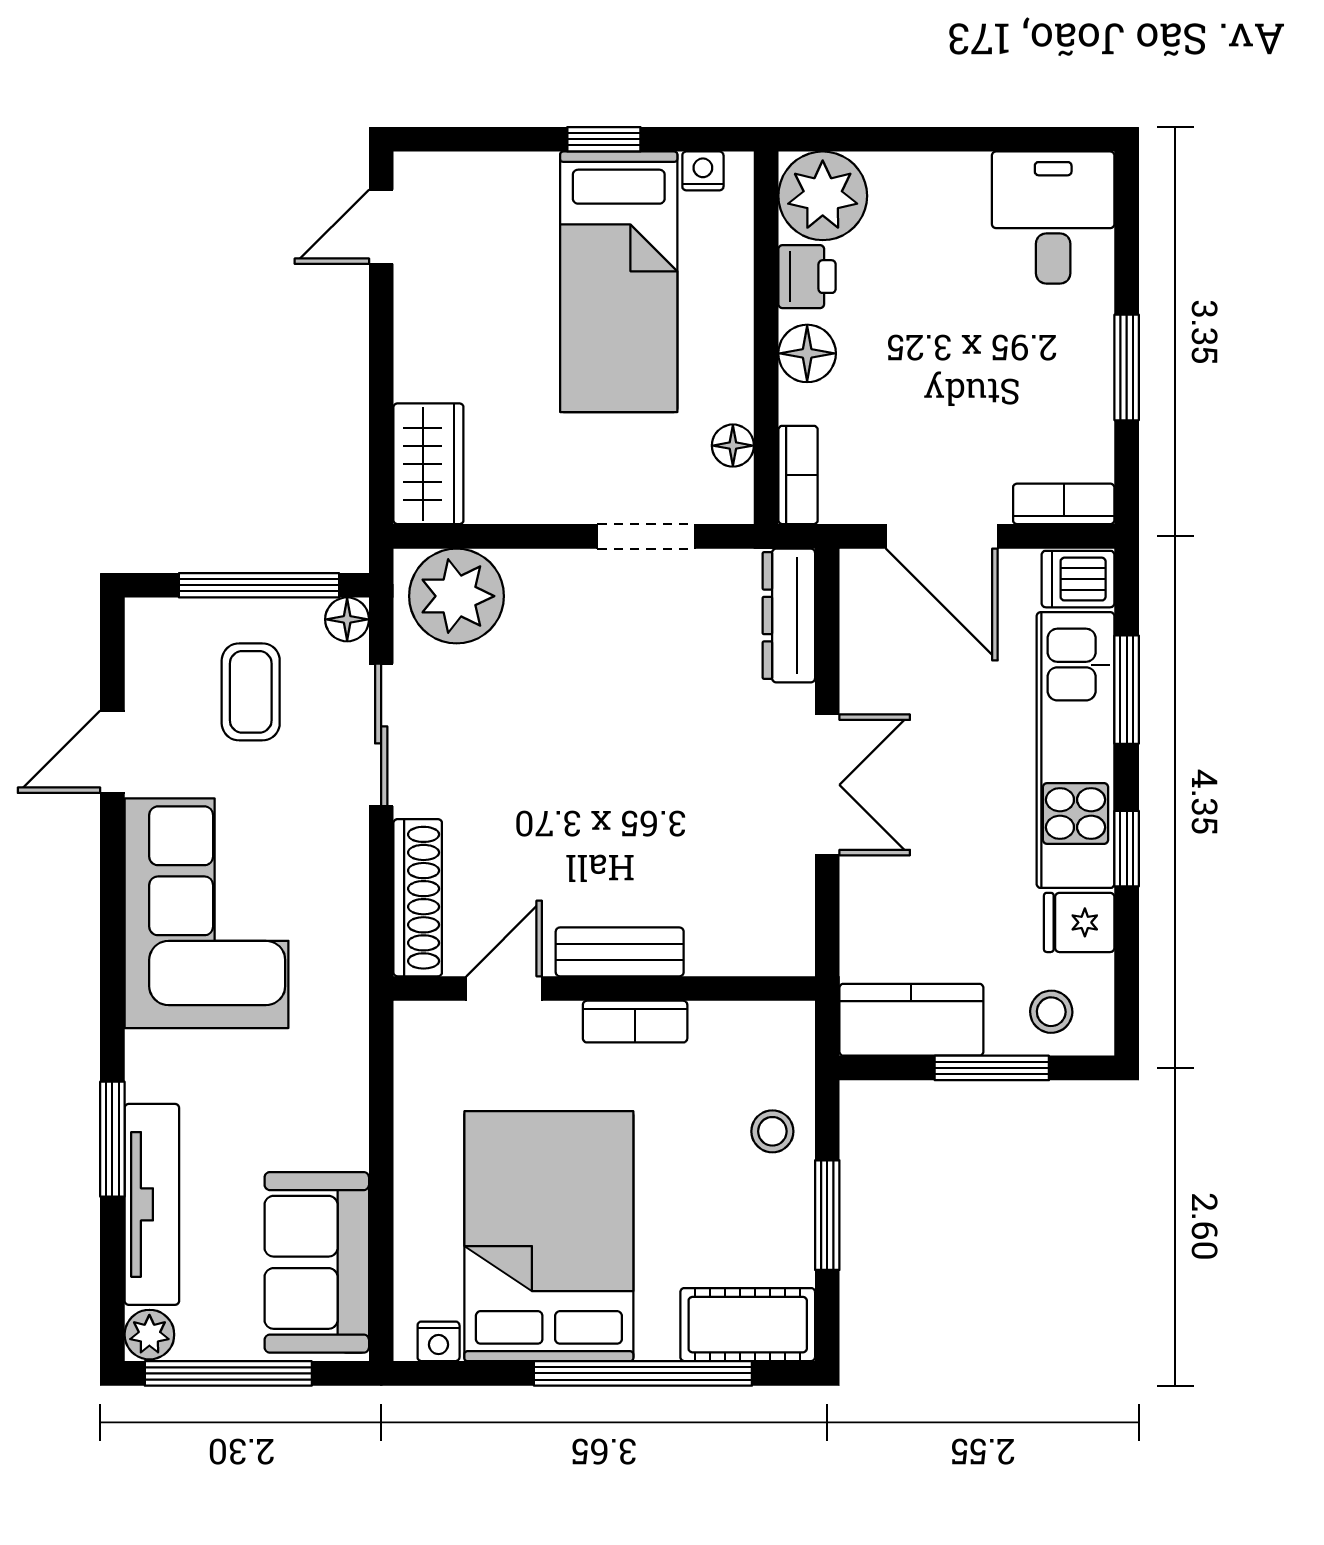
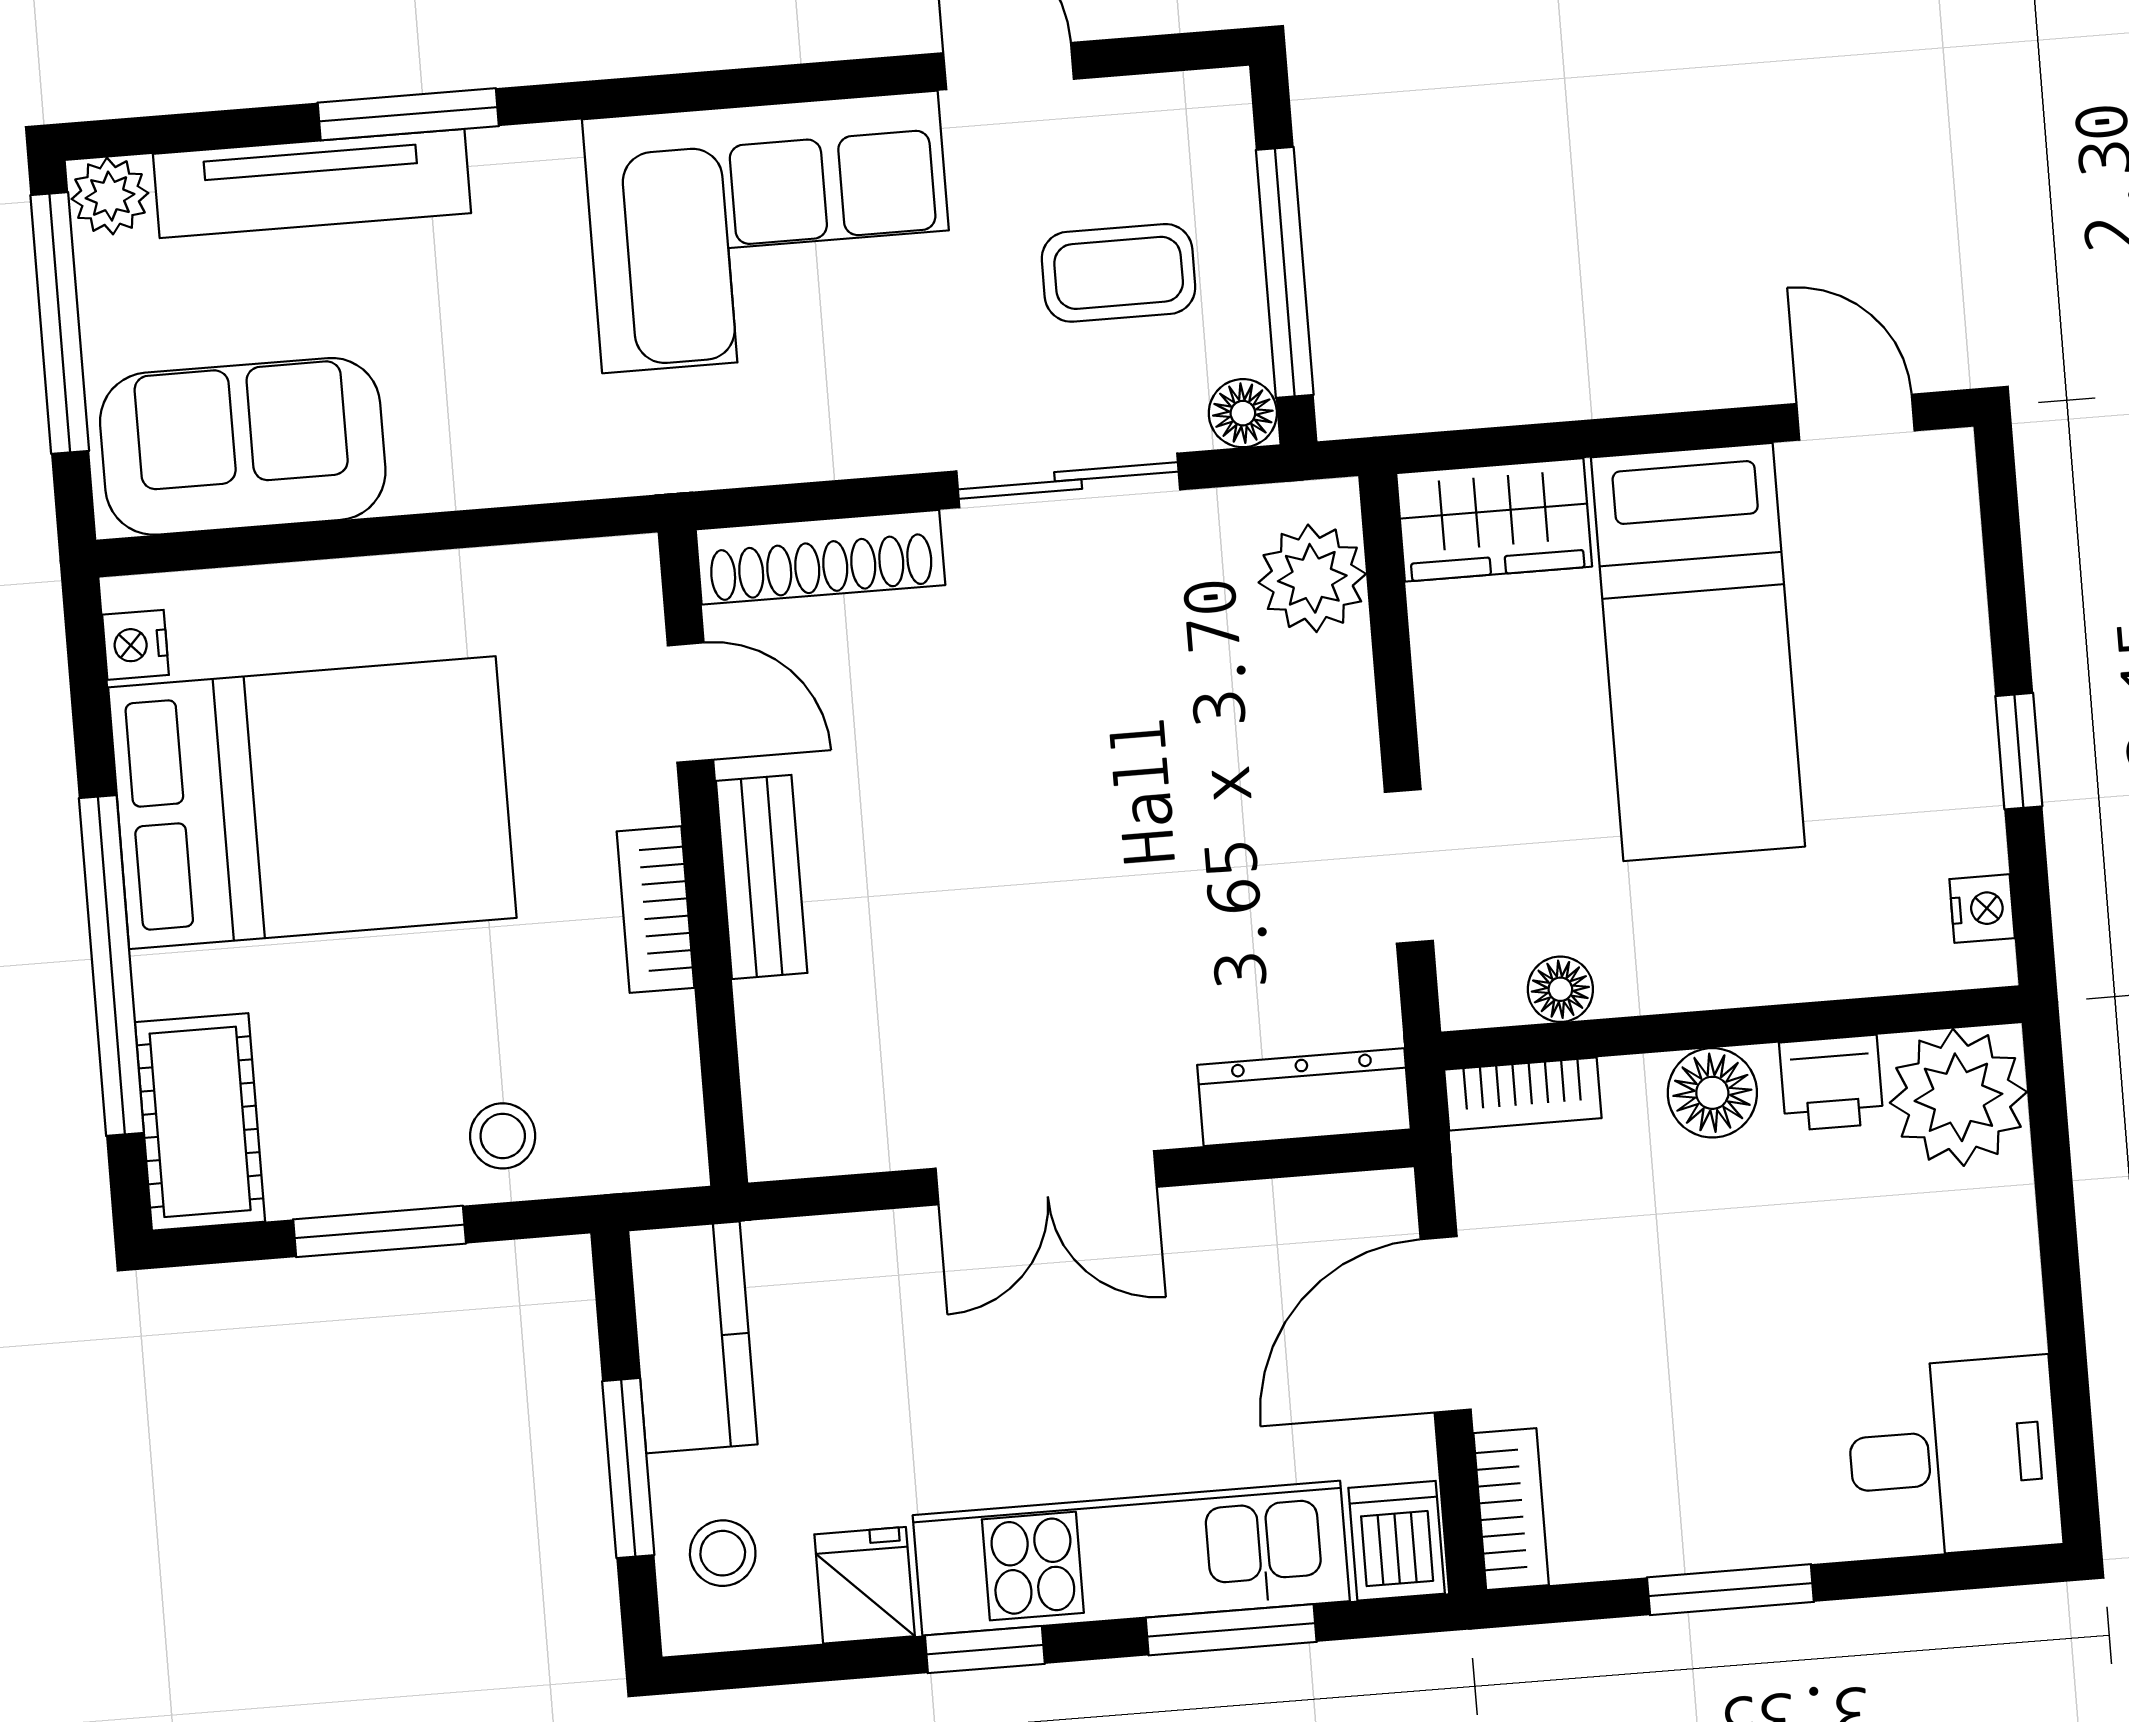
bed: (619, 282) -> (1698, 652), moved, turned -90
plant: (457, 596) -> (1312, 578), width x0.73, depth x0.73

